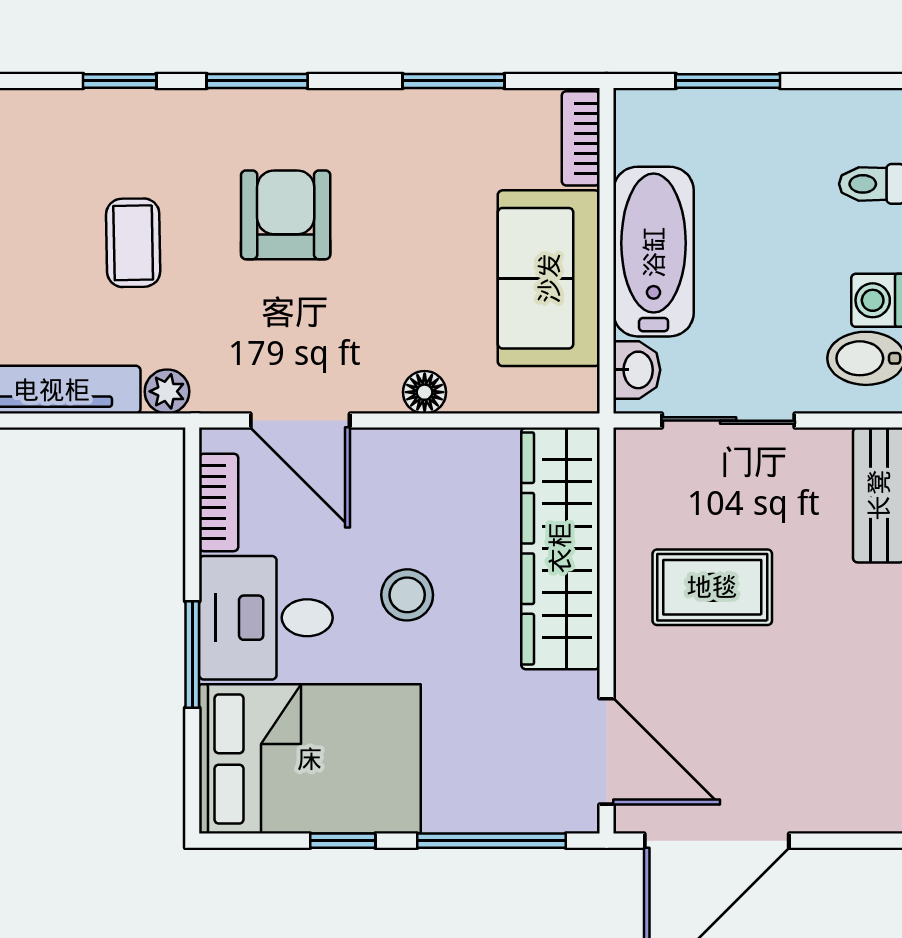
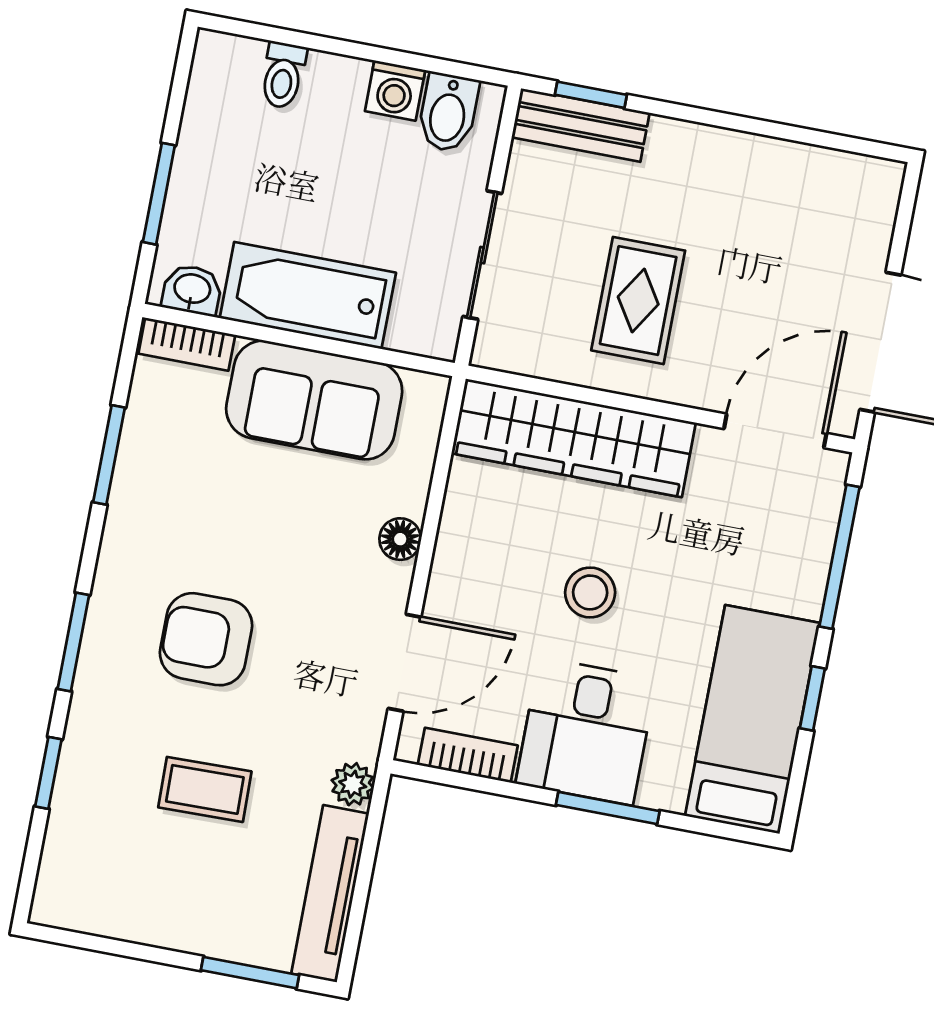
washbasin: (637, 370) -> (192, 290), moved
bed: (310, 759) -> (752, 719), width x0.67

